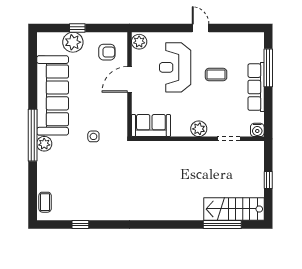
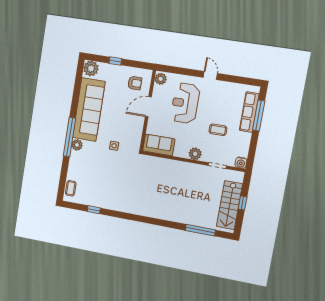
plant: (73, 42) -> (91, 68), moved
coffee table: (216, 75) -> (218, 130), moved
row of seats: (256, 87) -> (249, 112), moved
stairs: (234, 209) -> (229, 205), moved, turned -90

